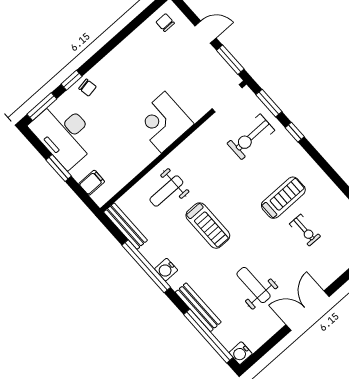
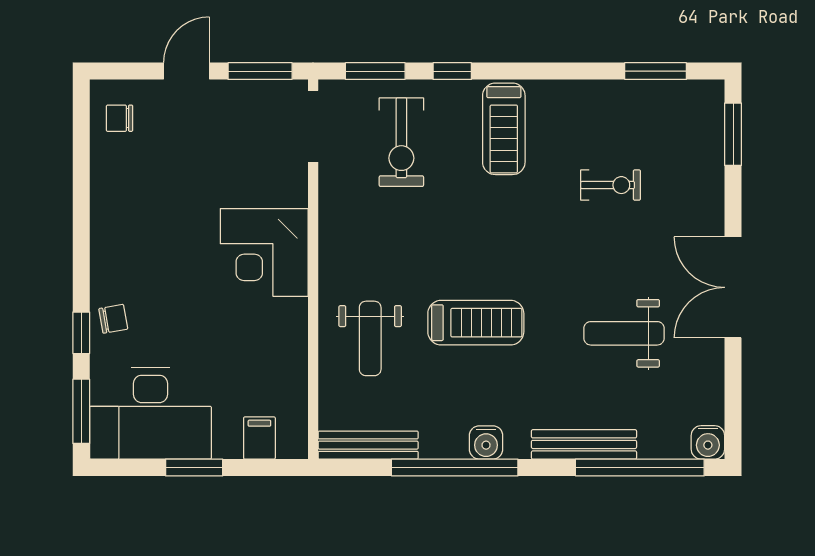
treadmill: (283, 198) -> (504, 129), moved, turned 180

